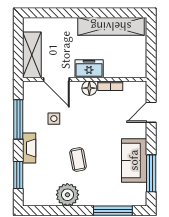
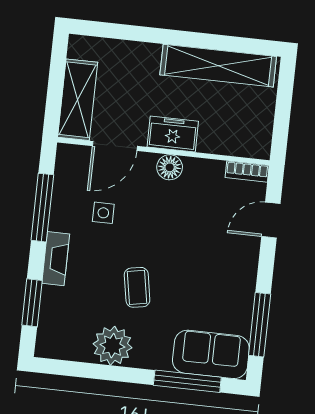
door: (56, 79) -> (115, 146), hinge flipped
bookcase: (110, 86) -> (247, 172), moved
sofa: (134, 160) -> (211, 354), moved, turned 90

